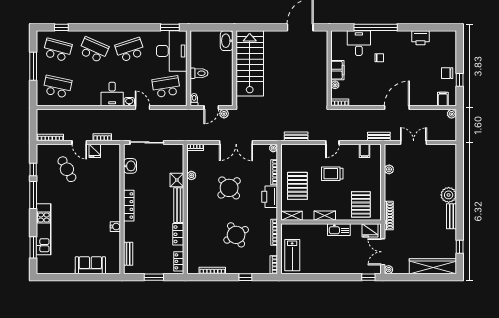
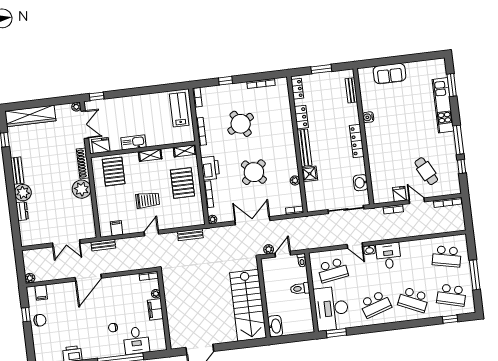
plant: (389, 169) -> (82, 189), moved, width x1.88, depth x1.88
dresser: (451, 178) -> (22, 211), added

